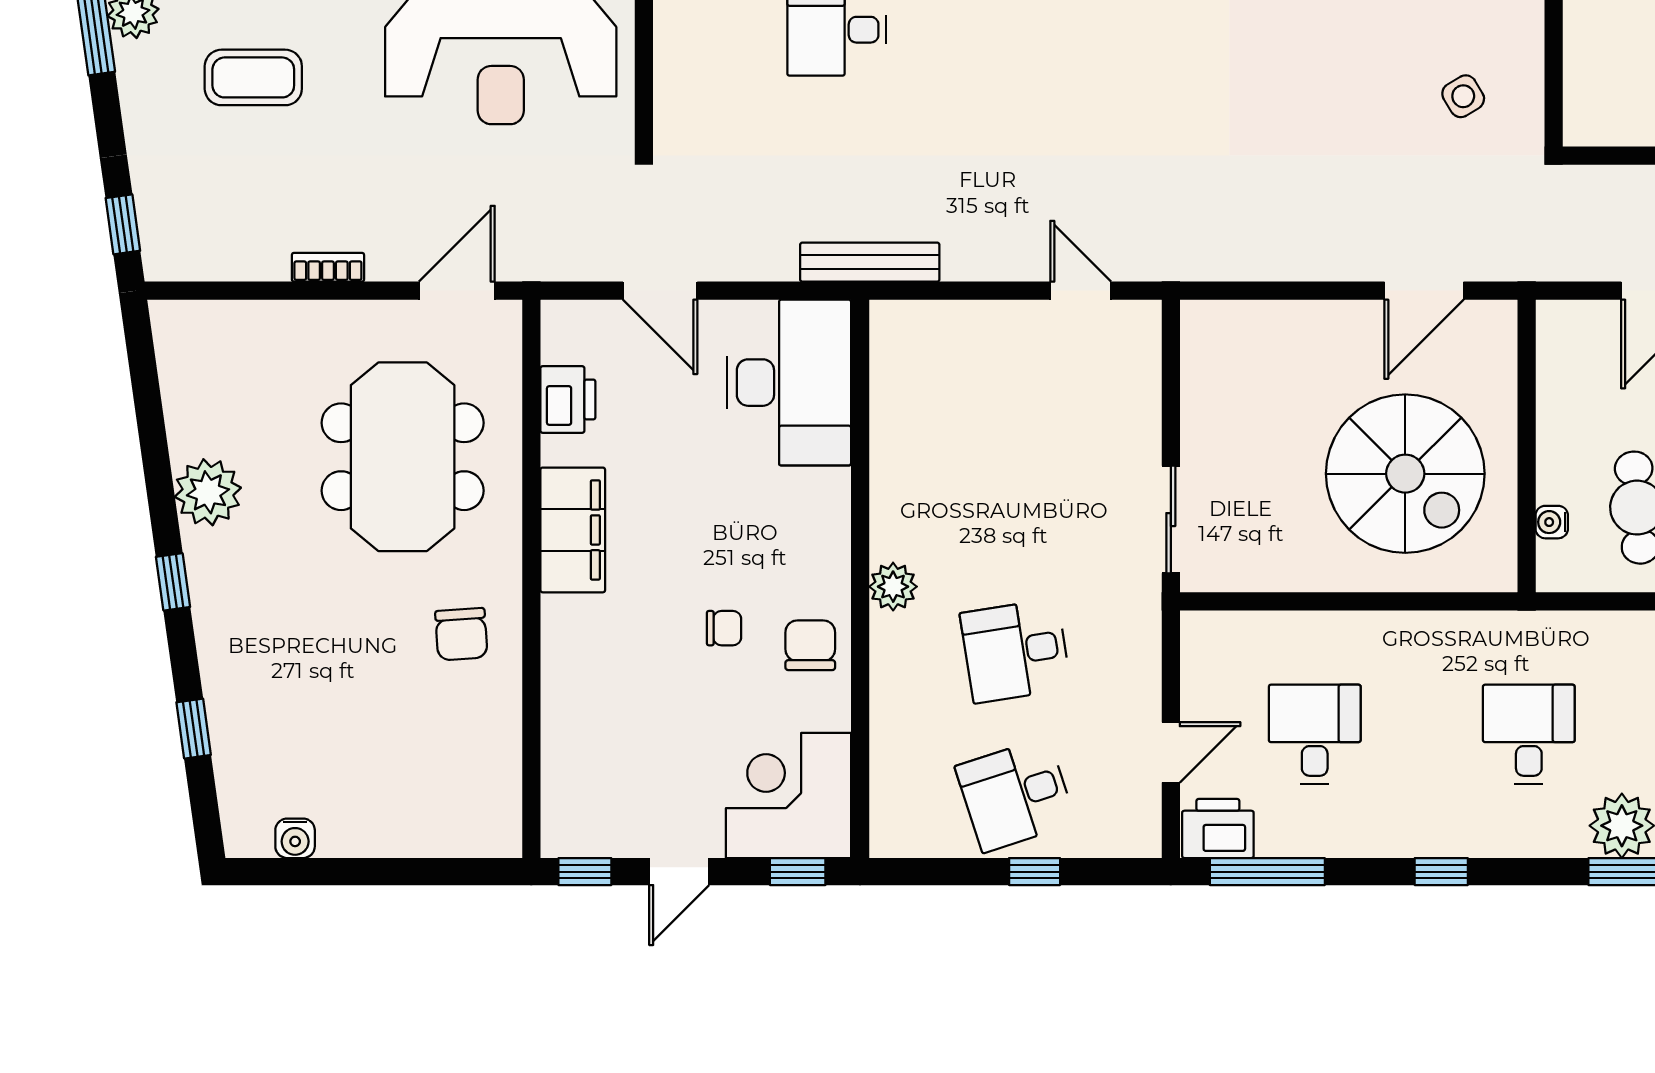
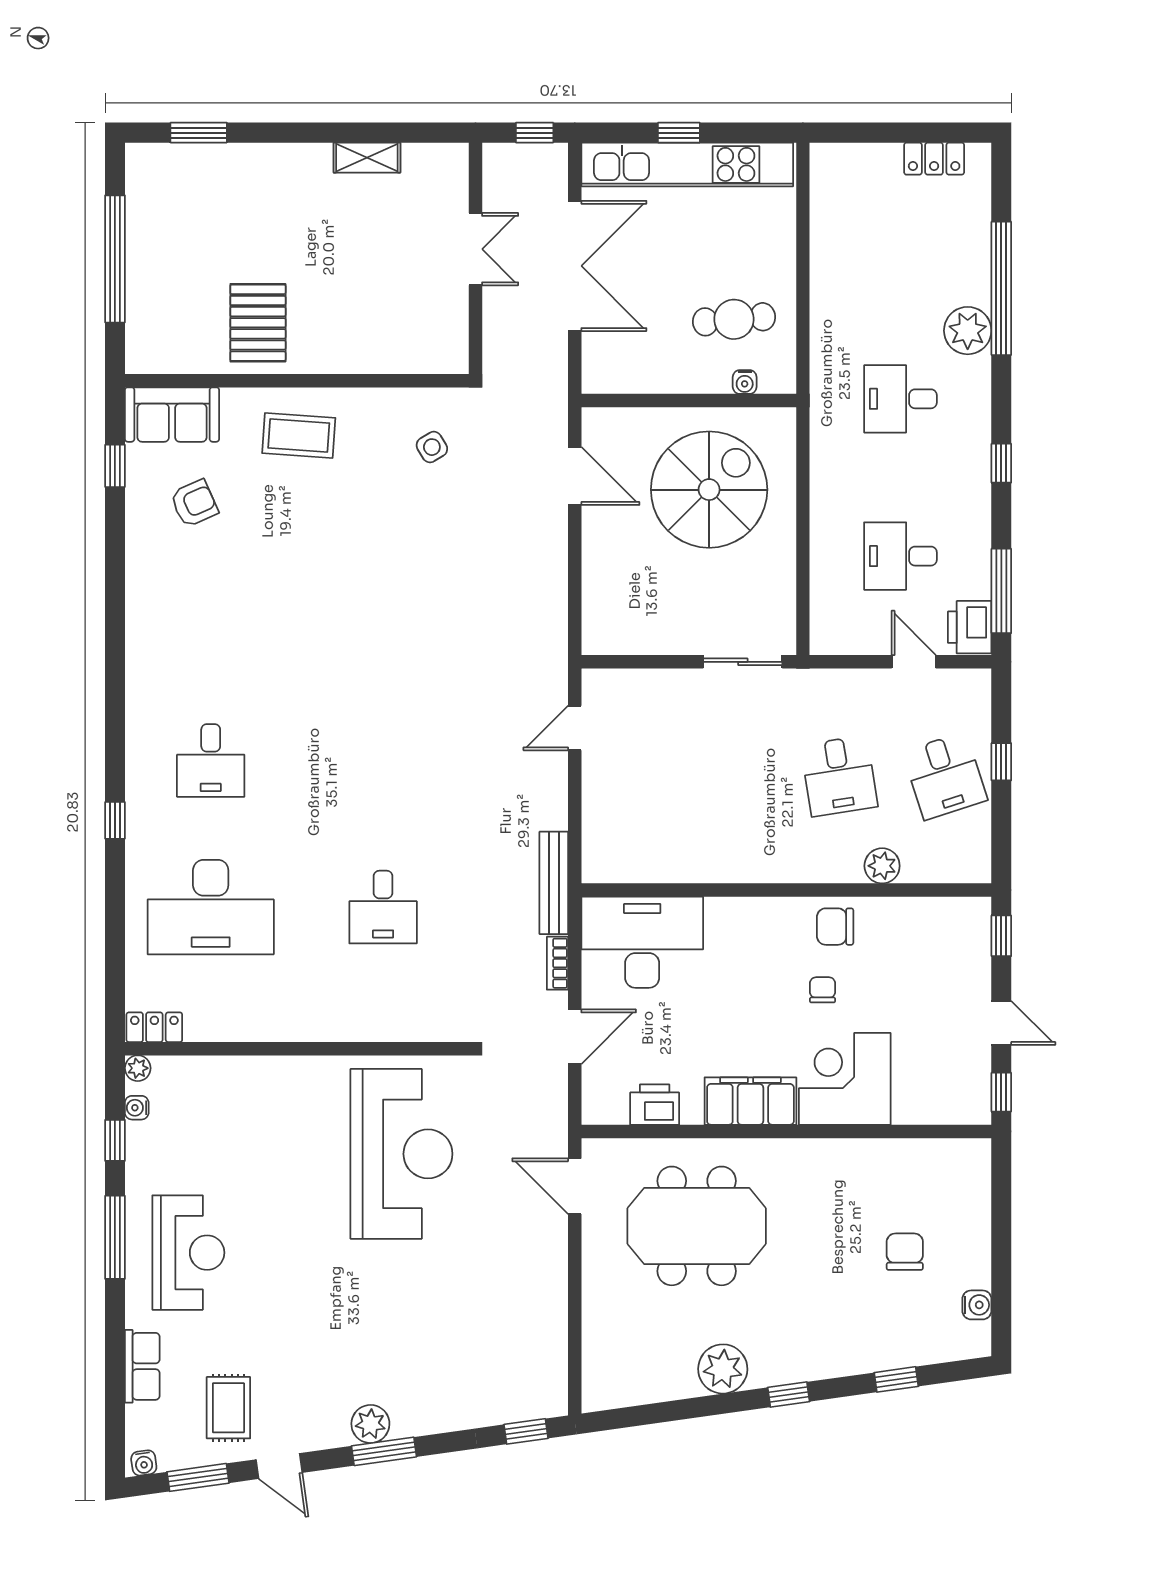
coffee table: (253, 77) -> (418, 1336), removed
bookcase: (328, 267) -> (557, 963), moved
plant: (893, 587) -> (882, 866), moved
chair: (461, 634) -> (905, 1252), moved, turned -86
corner desk: (789, 796) -> (845, 1079), moved, turned 90

